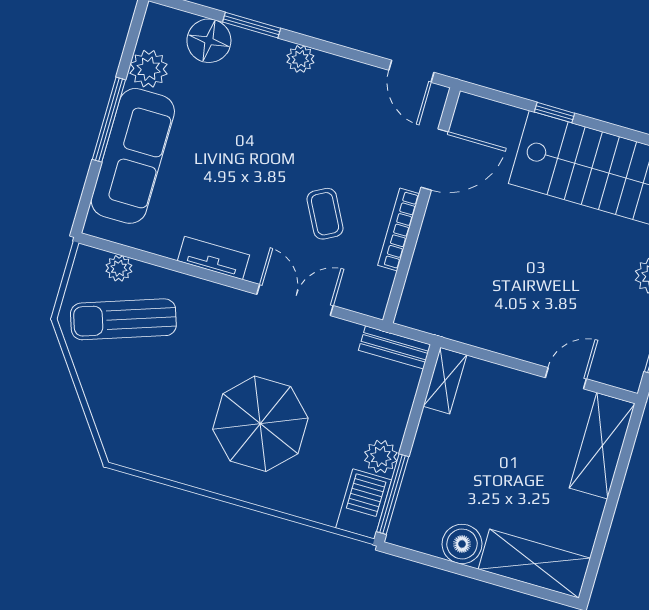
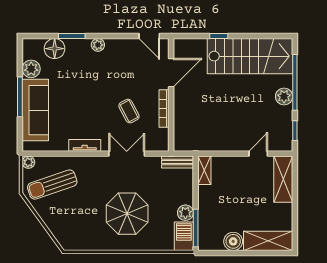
plant: (119, 268) -> (28, 162), moved

